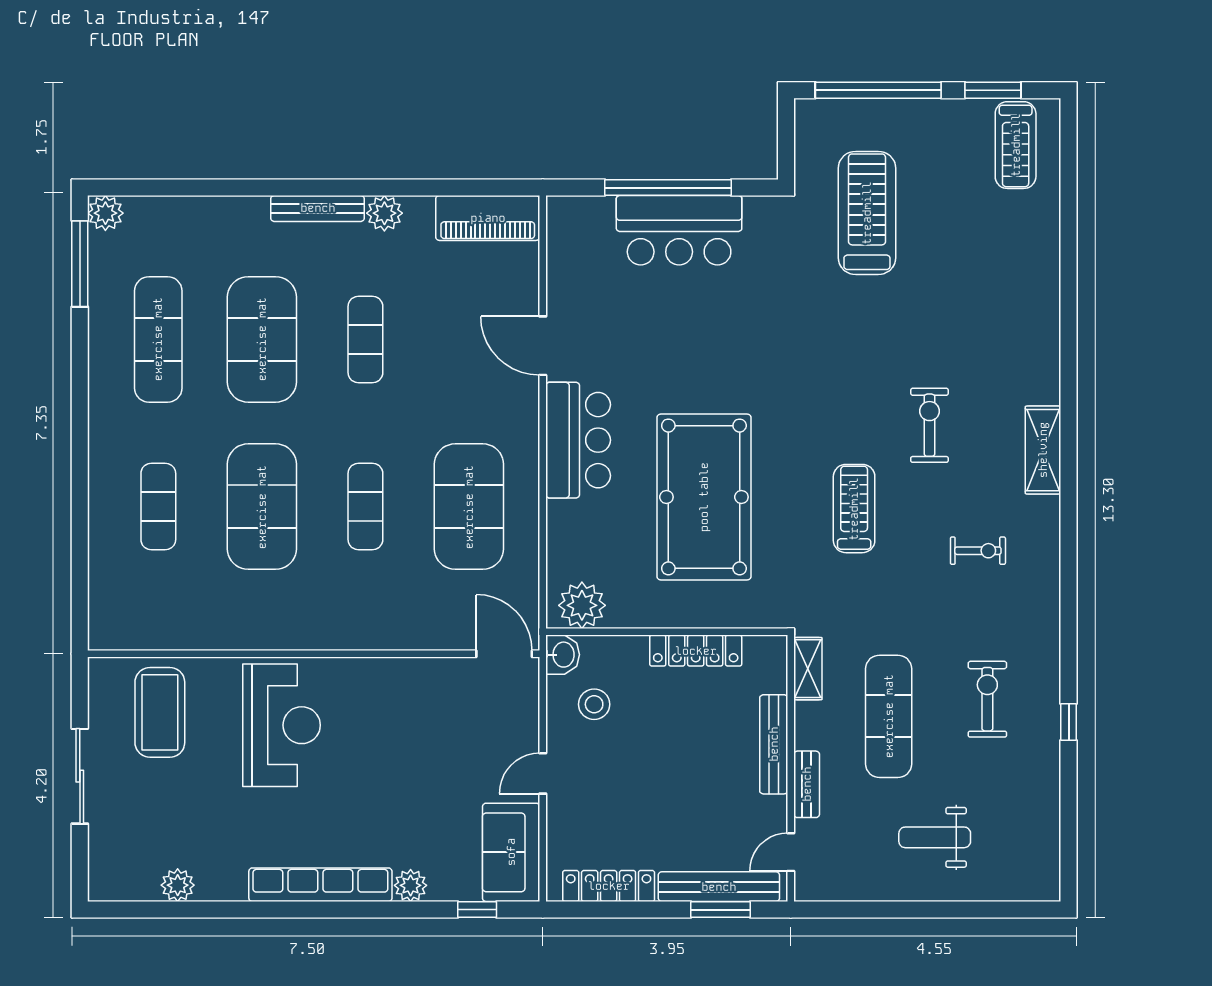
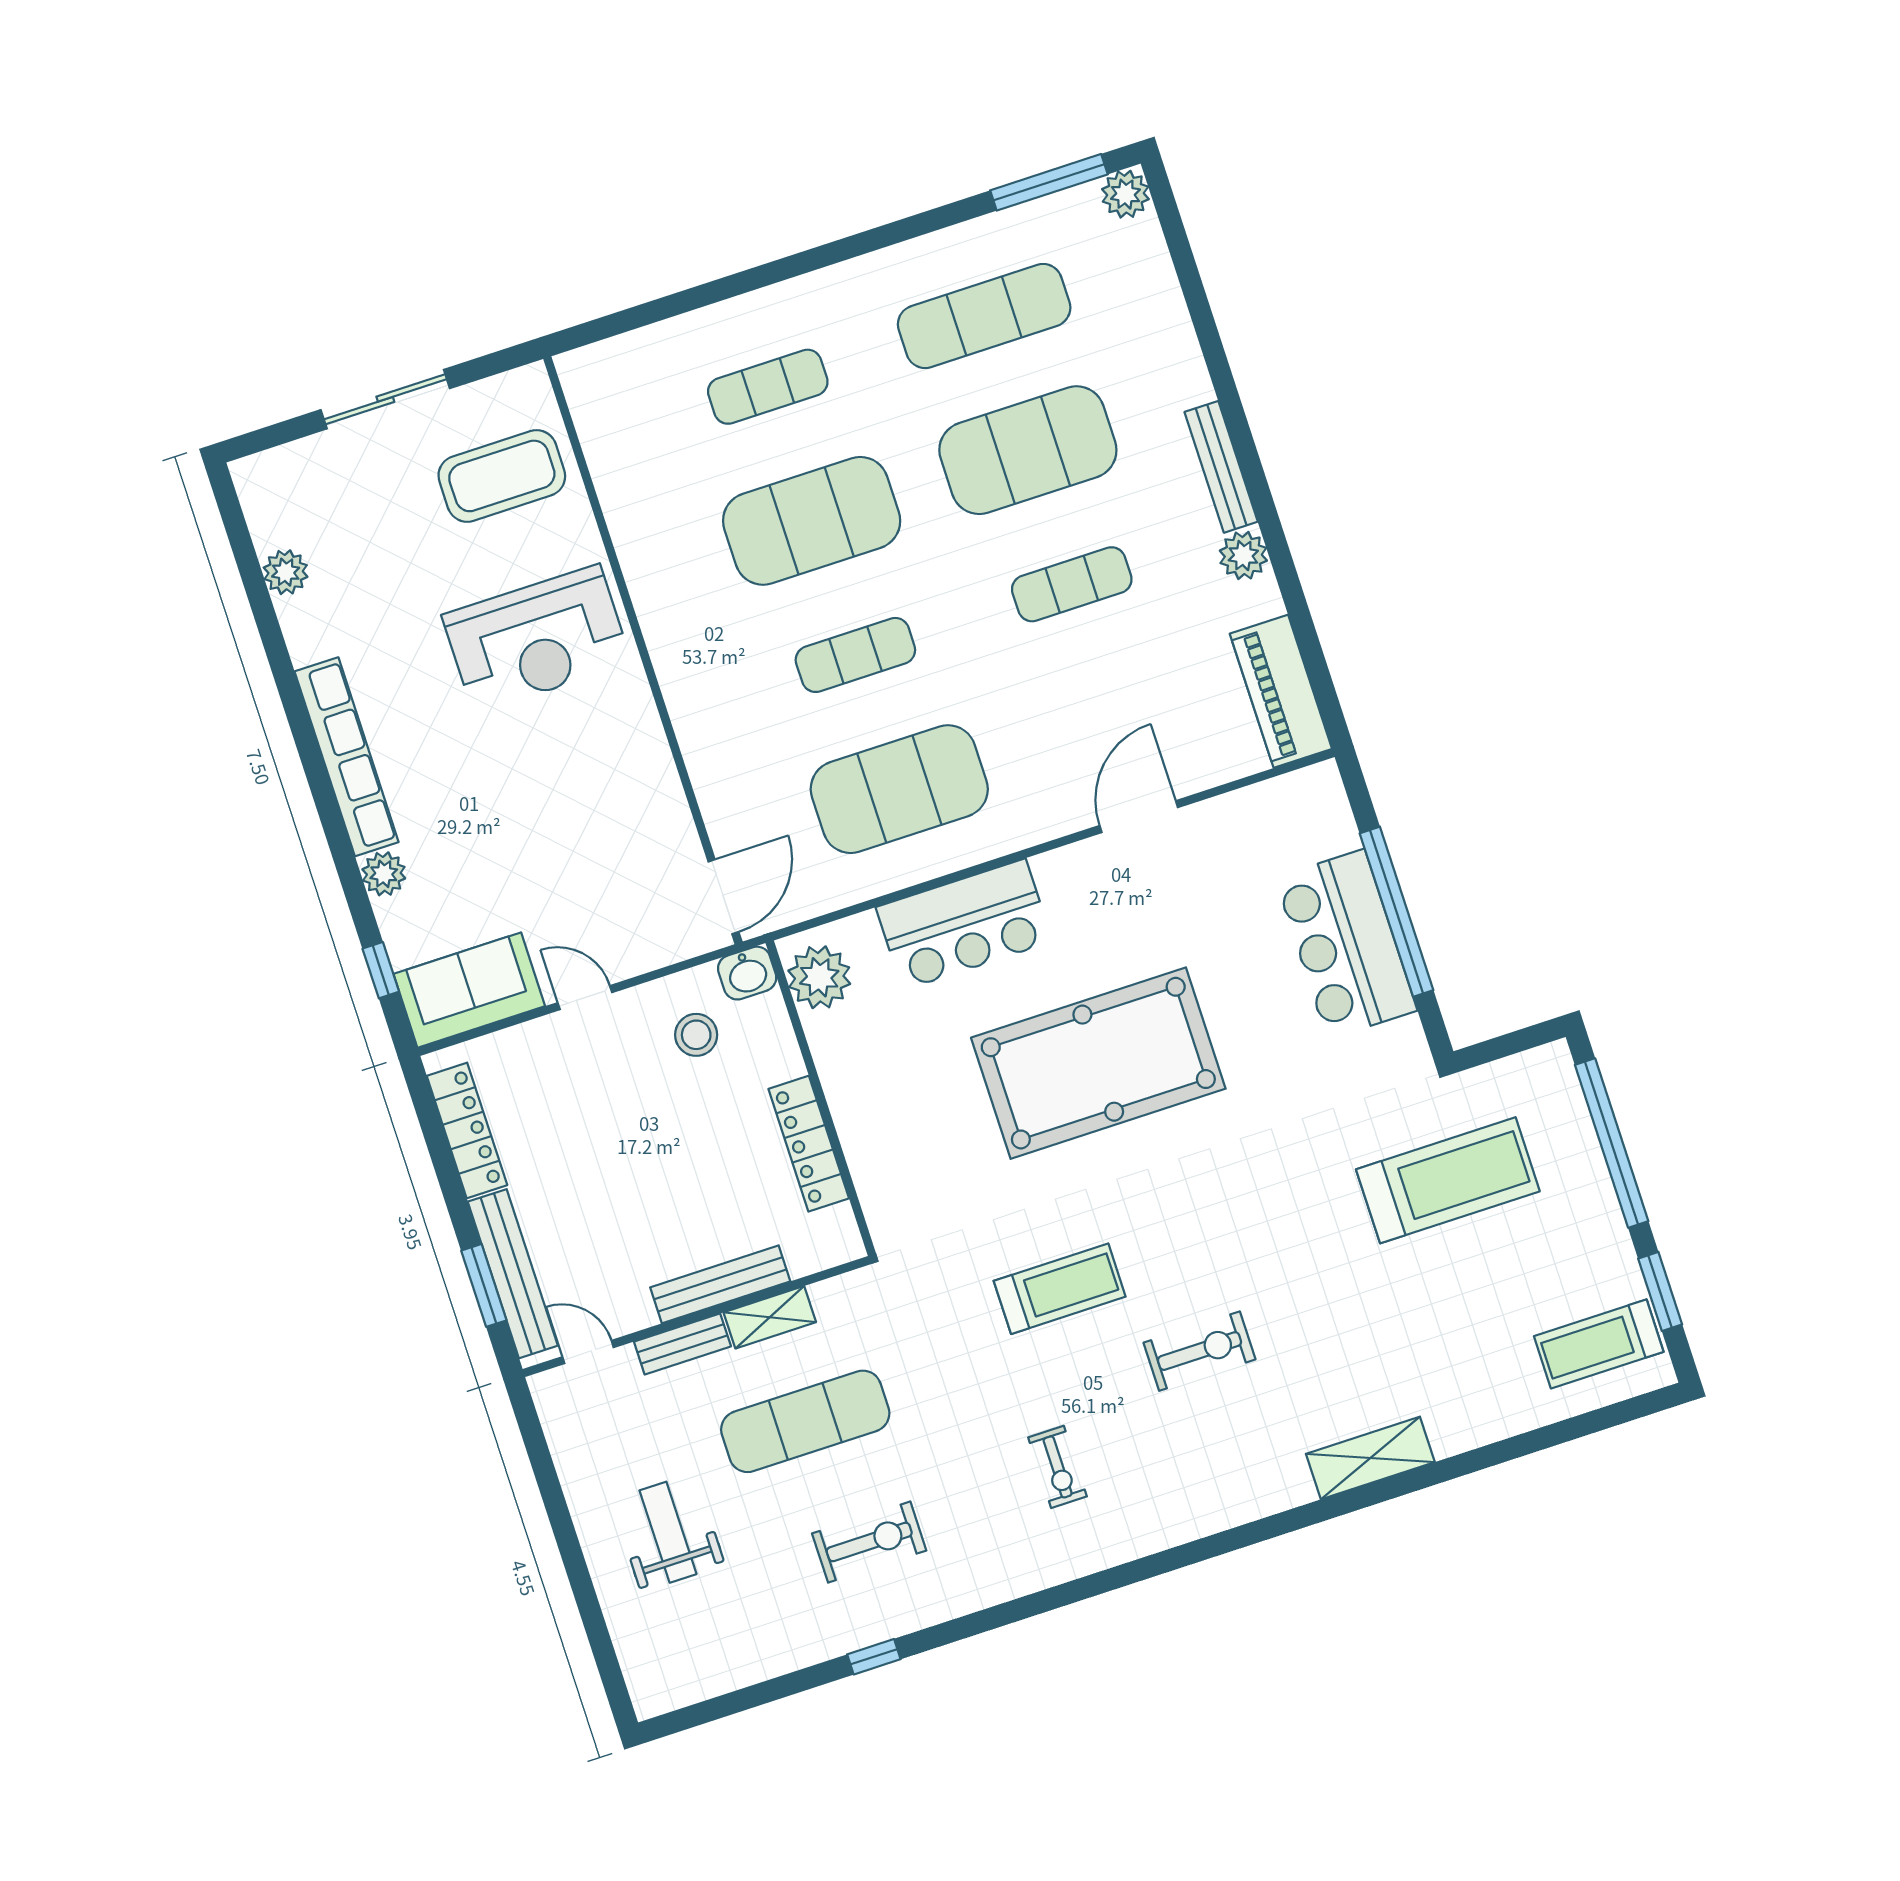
bar counter: (578, 440) -> (964, 924), moved
shelving: (1043, 450) -> (1370, 1458), moved
pool table: (704, 497) -> (1098, 1063), moved
shelving: (808, 669) -> (770, 1317), moved

